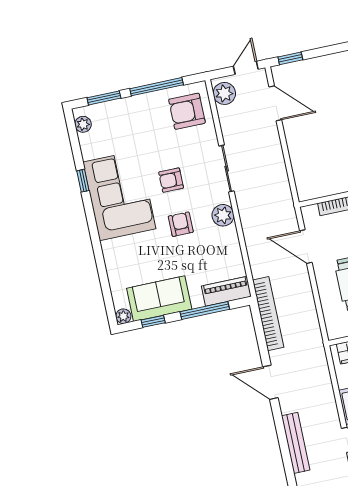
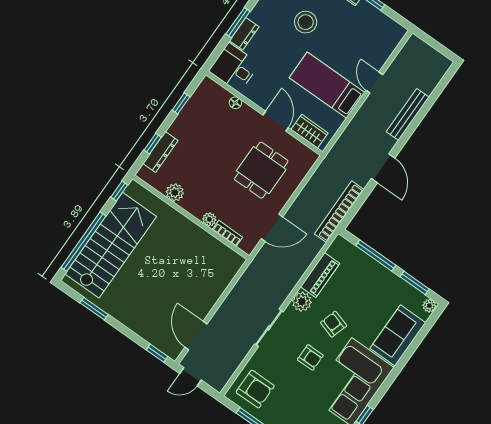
plant: (224, 93) -> (221, 375), removed
armchair: (181, 224) -> (334, 324), turned 107
door: (306, 247) -> (272, 228), hinge flipped
piano: (226, 291) -> (320, 275), moved, turned -90
sofa: (159, 299) -> (398, 336), moved, turned 90
window: (153, 321) -> (415, 283), width x1.50

